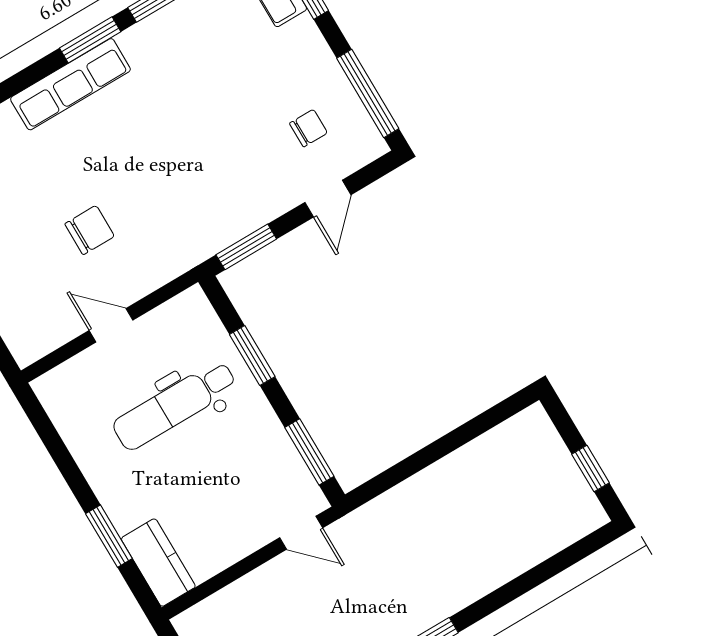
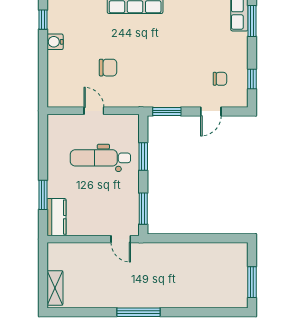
window: (368, 93) -> (252, 79), width x0.46
window: (590, 469) -> (252, 282), width x1.50

